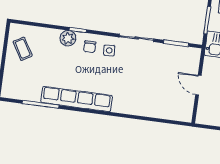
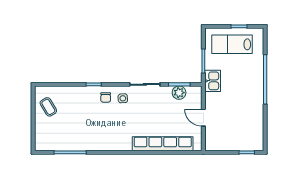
plant: (68, 38) -> (179, 93), moved
row of seats: (77, 99) -> (163, 144), moved

